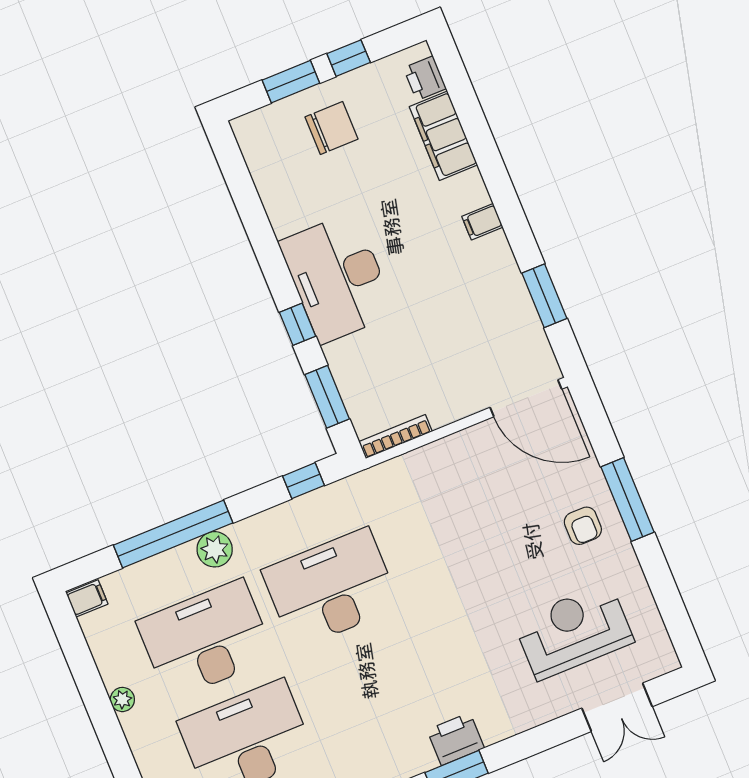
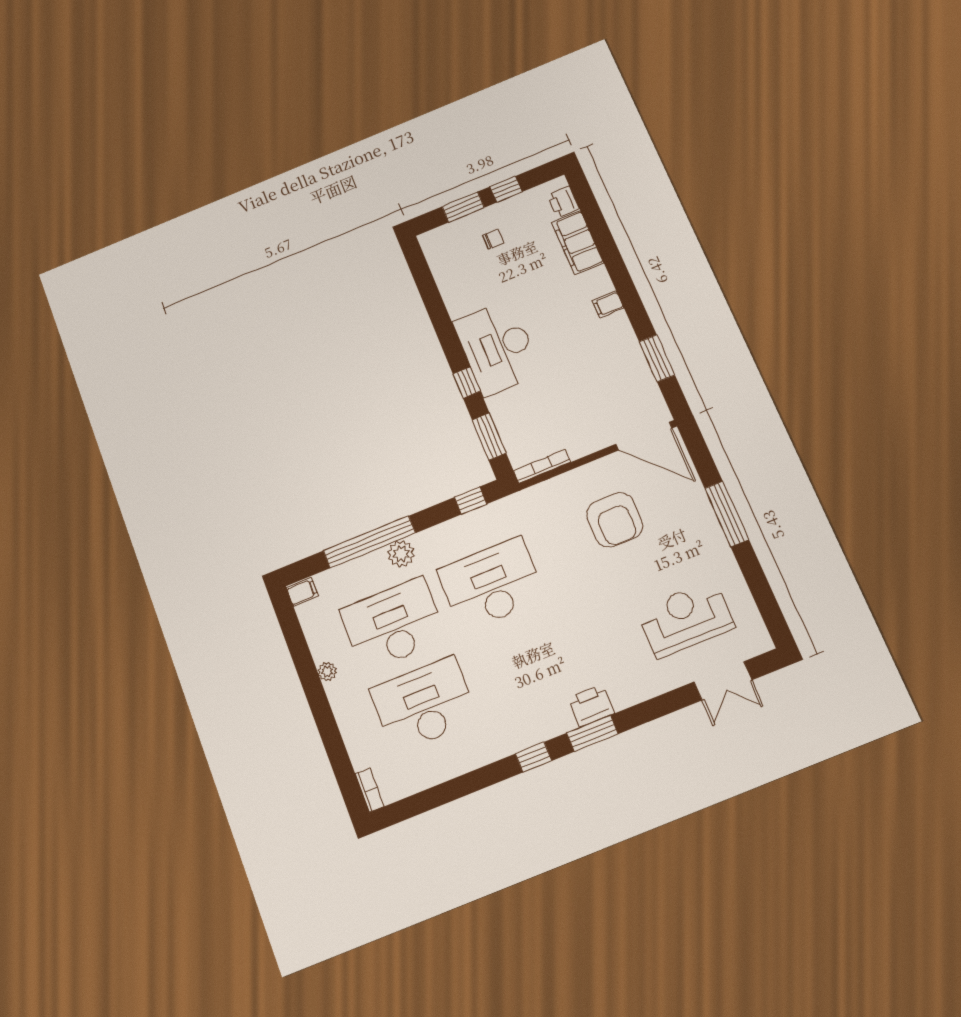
chair: (332, 128) -> (493, 239), width x0.54, depth x0.54
armchair: (583, 526) -> (615, 520), moved, width x1.88, depth x1.88

